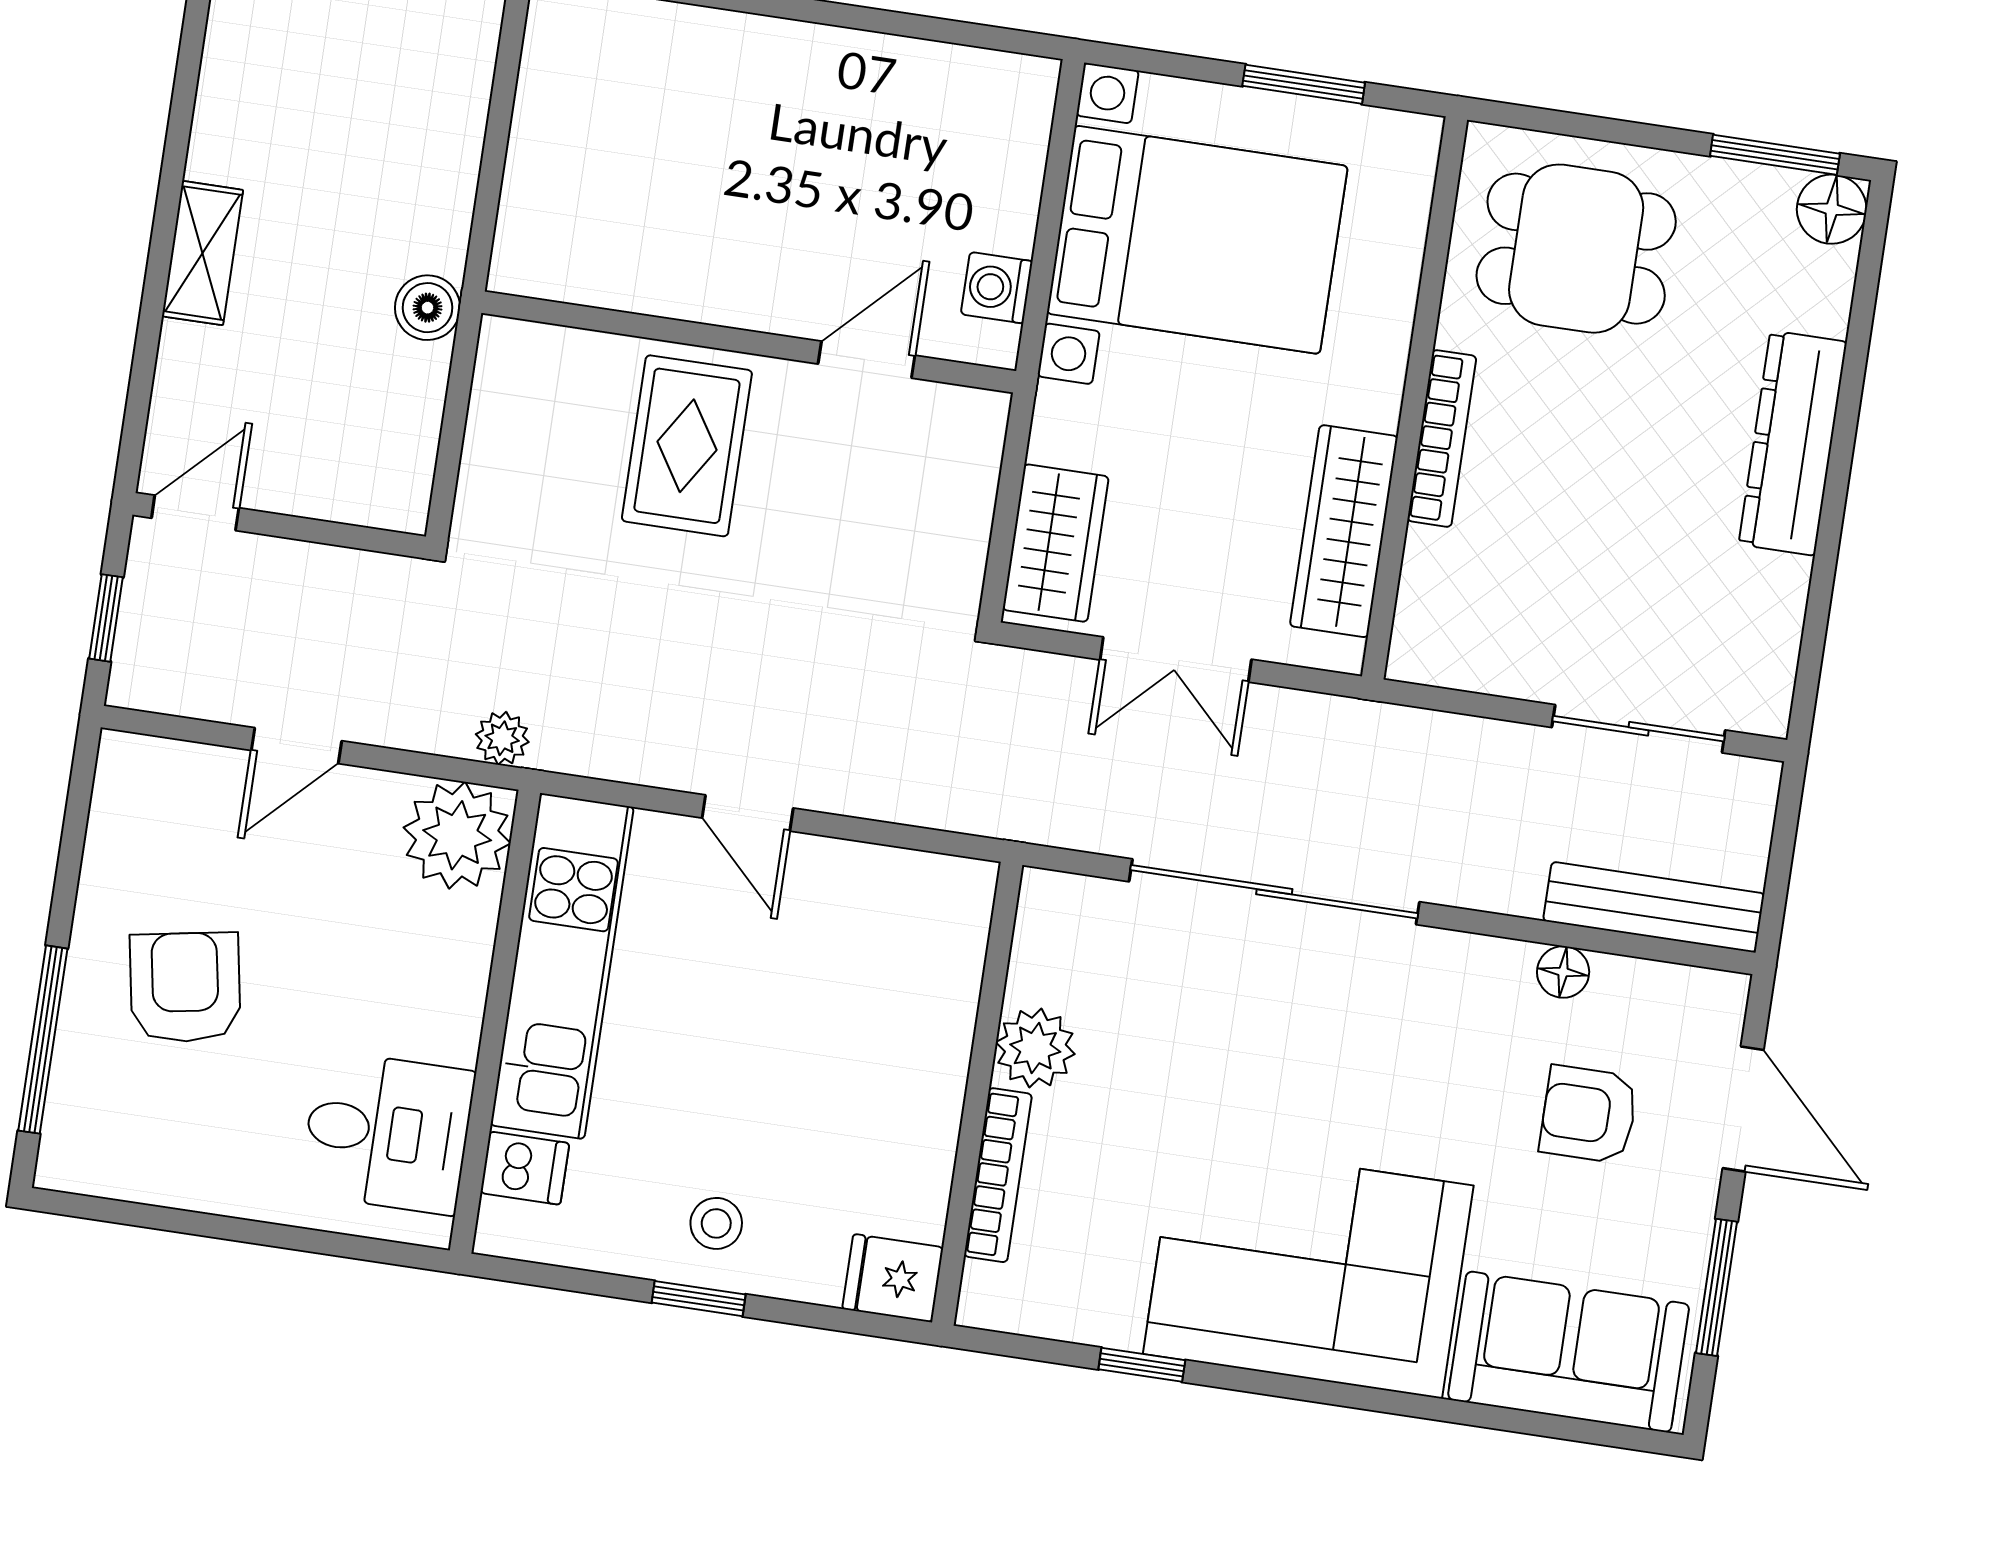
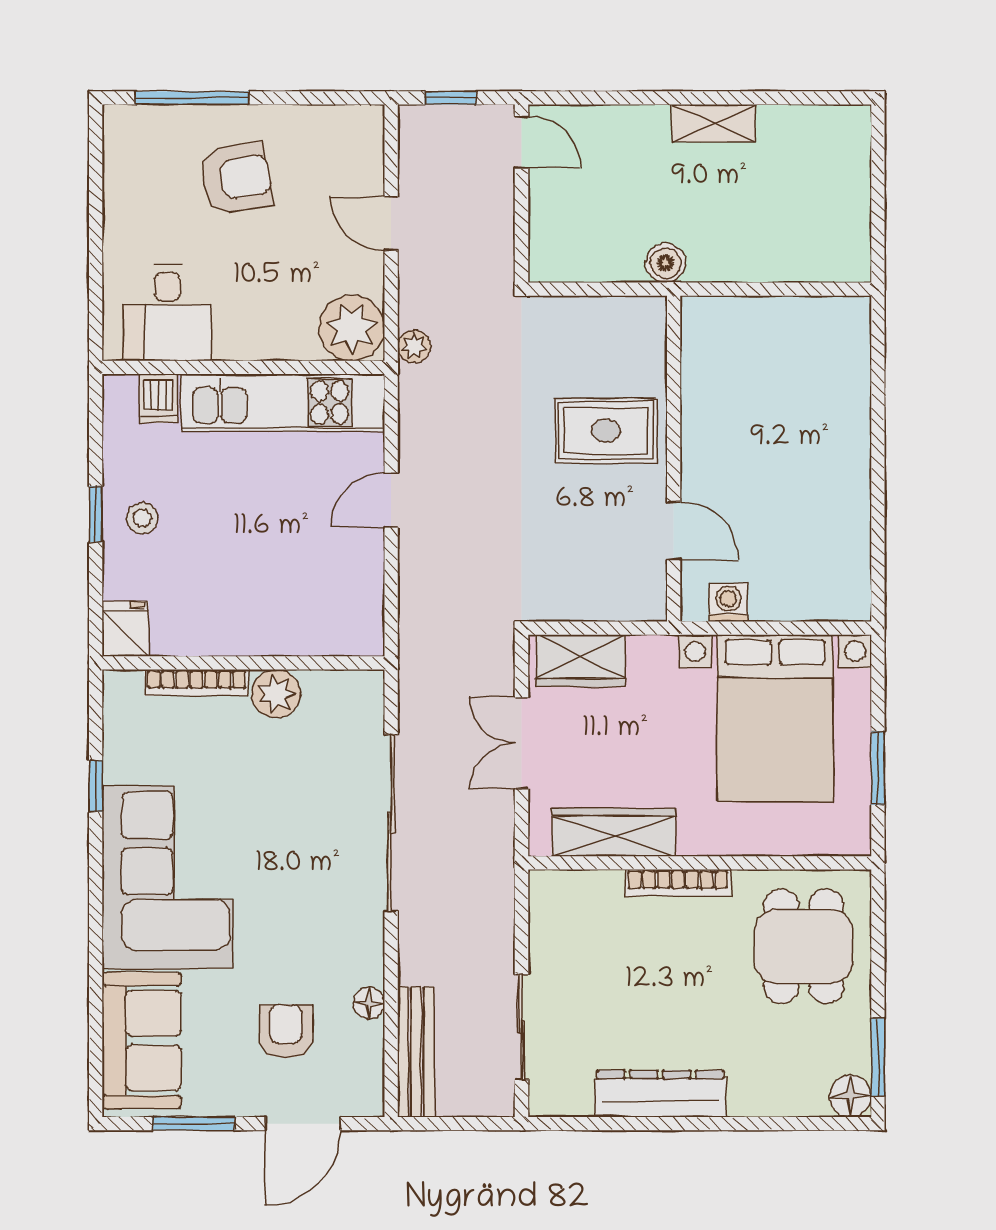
shelving: (203, 253) -> (713, 123), moved
dresser: (1793, 443) -> (660, 1094), moved

